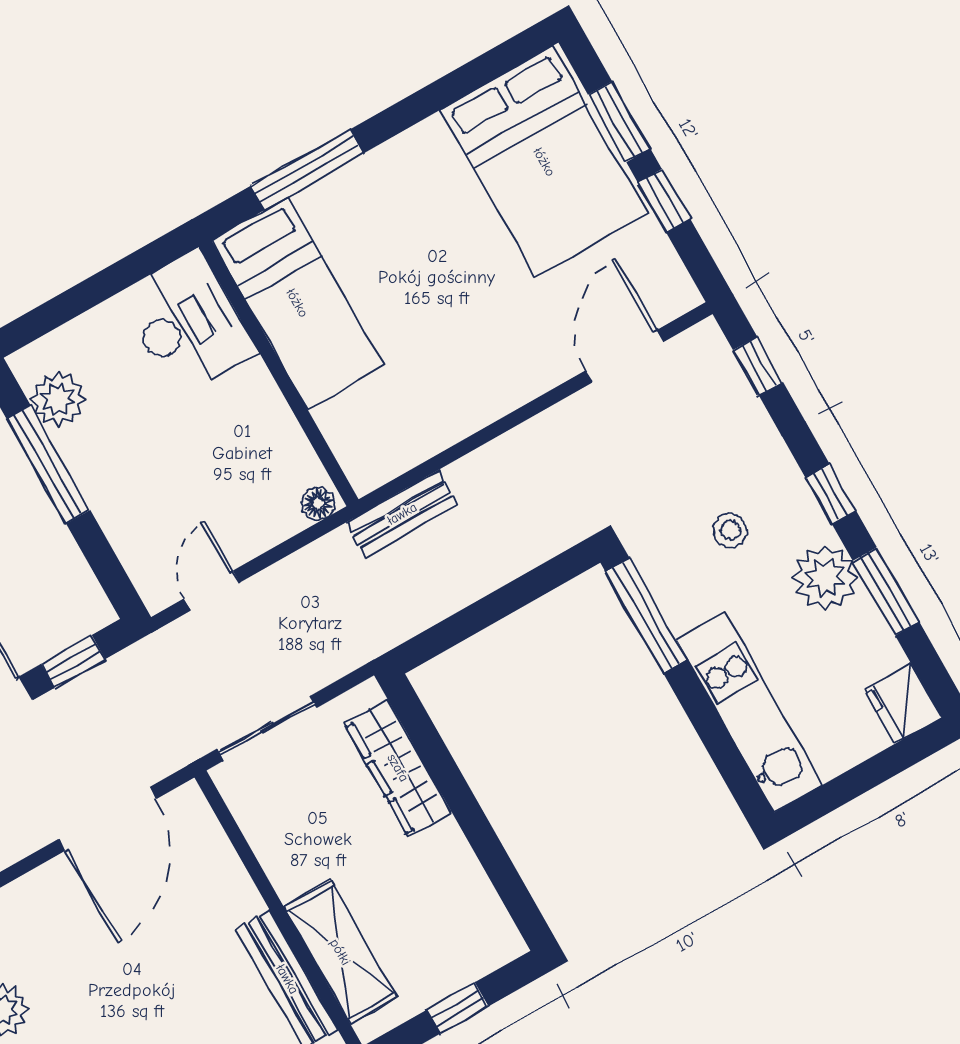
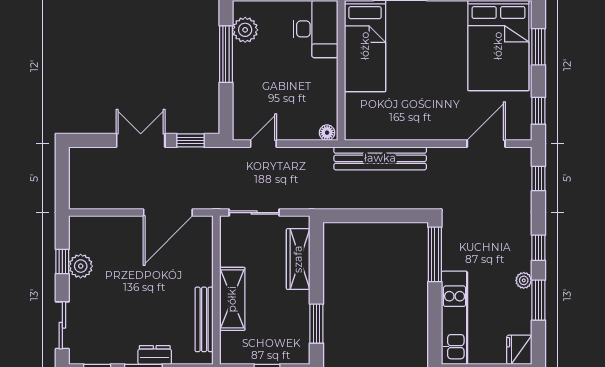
window: (664, 201) -> (538, 111), moved
bench: (402, 514) -> (380, 158), width x1.86, depth x1.21
stool: (730, 530) -> (489, 239), removed
plant: (825, 578) -> (524, 280), width x0.53, depth x0.53
window: (500, 868) -> (316, 324), added
shelving: (340, 952) -> (232, 299), moved

